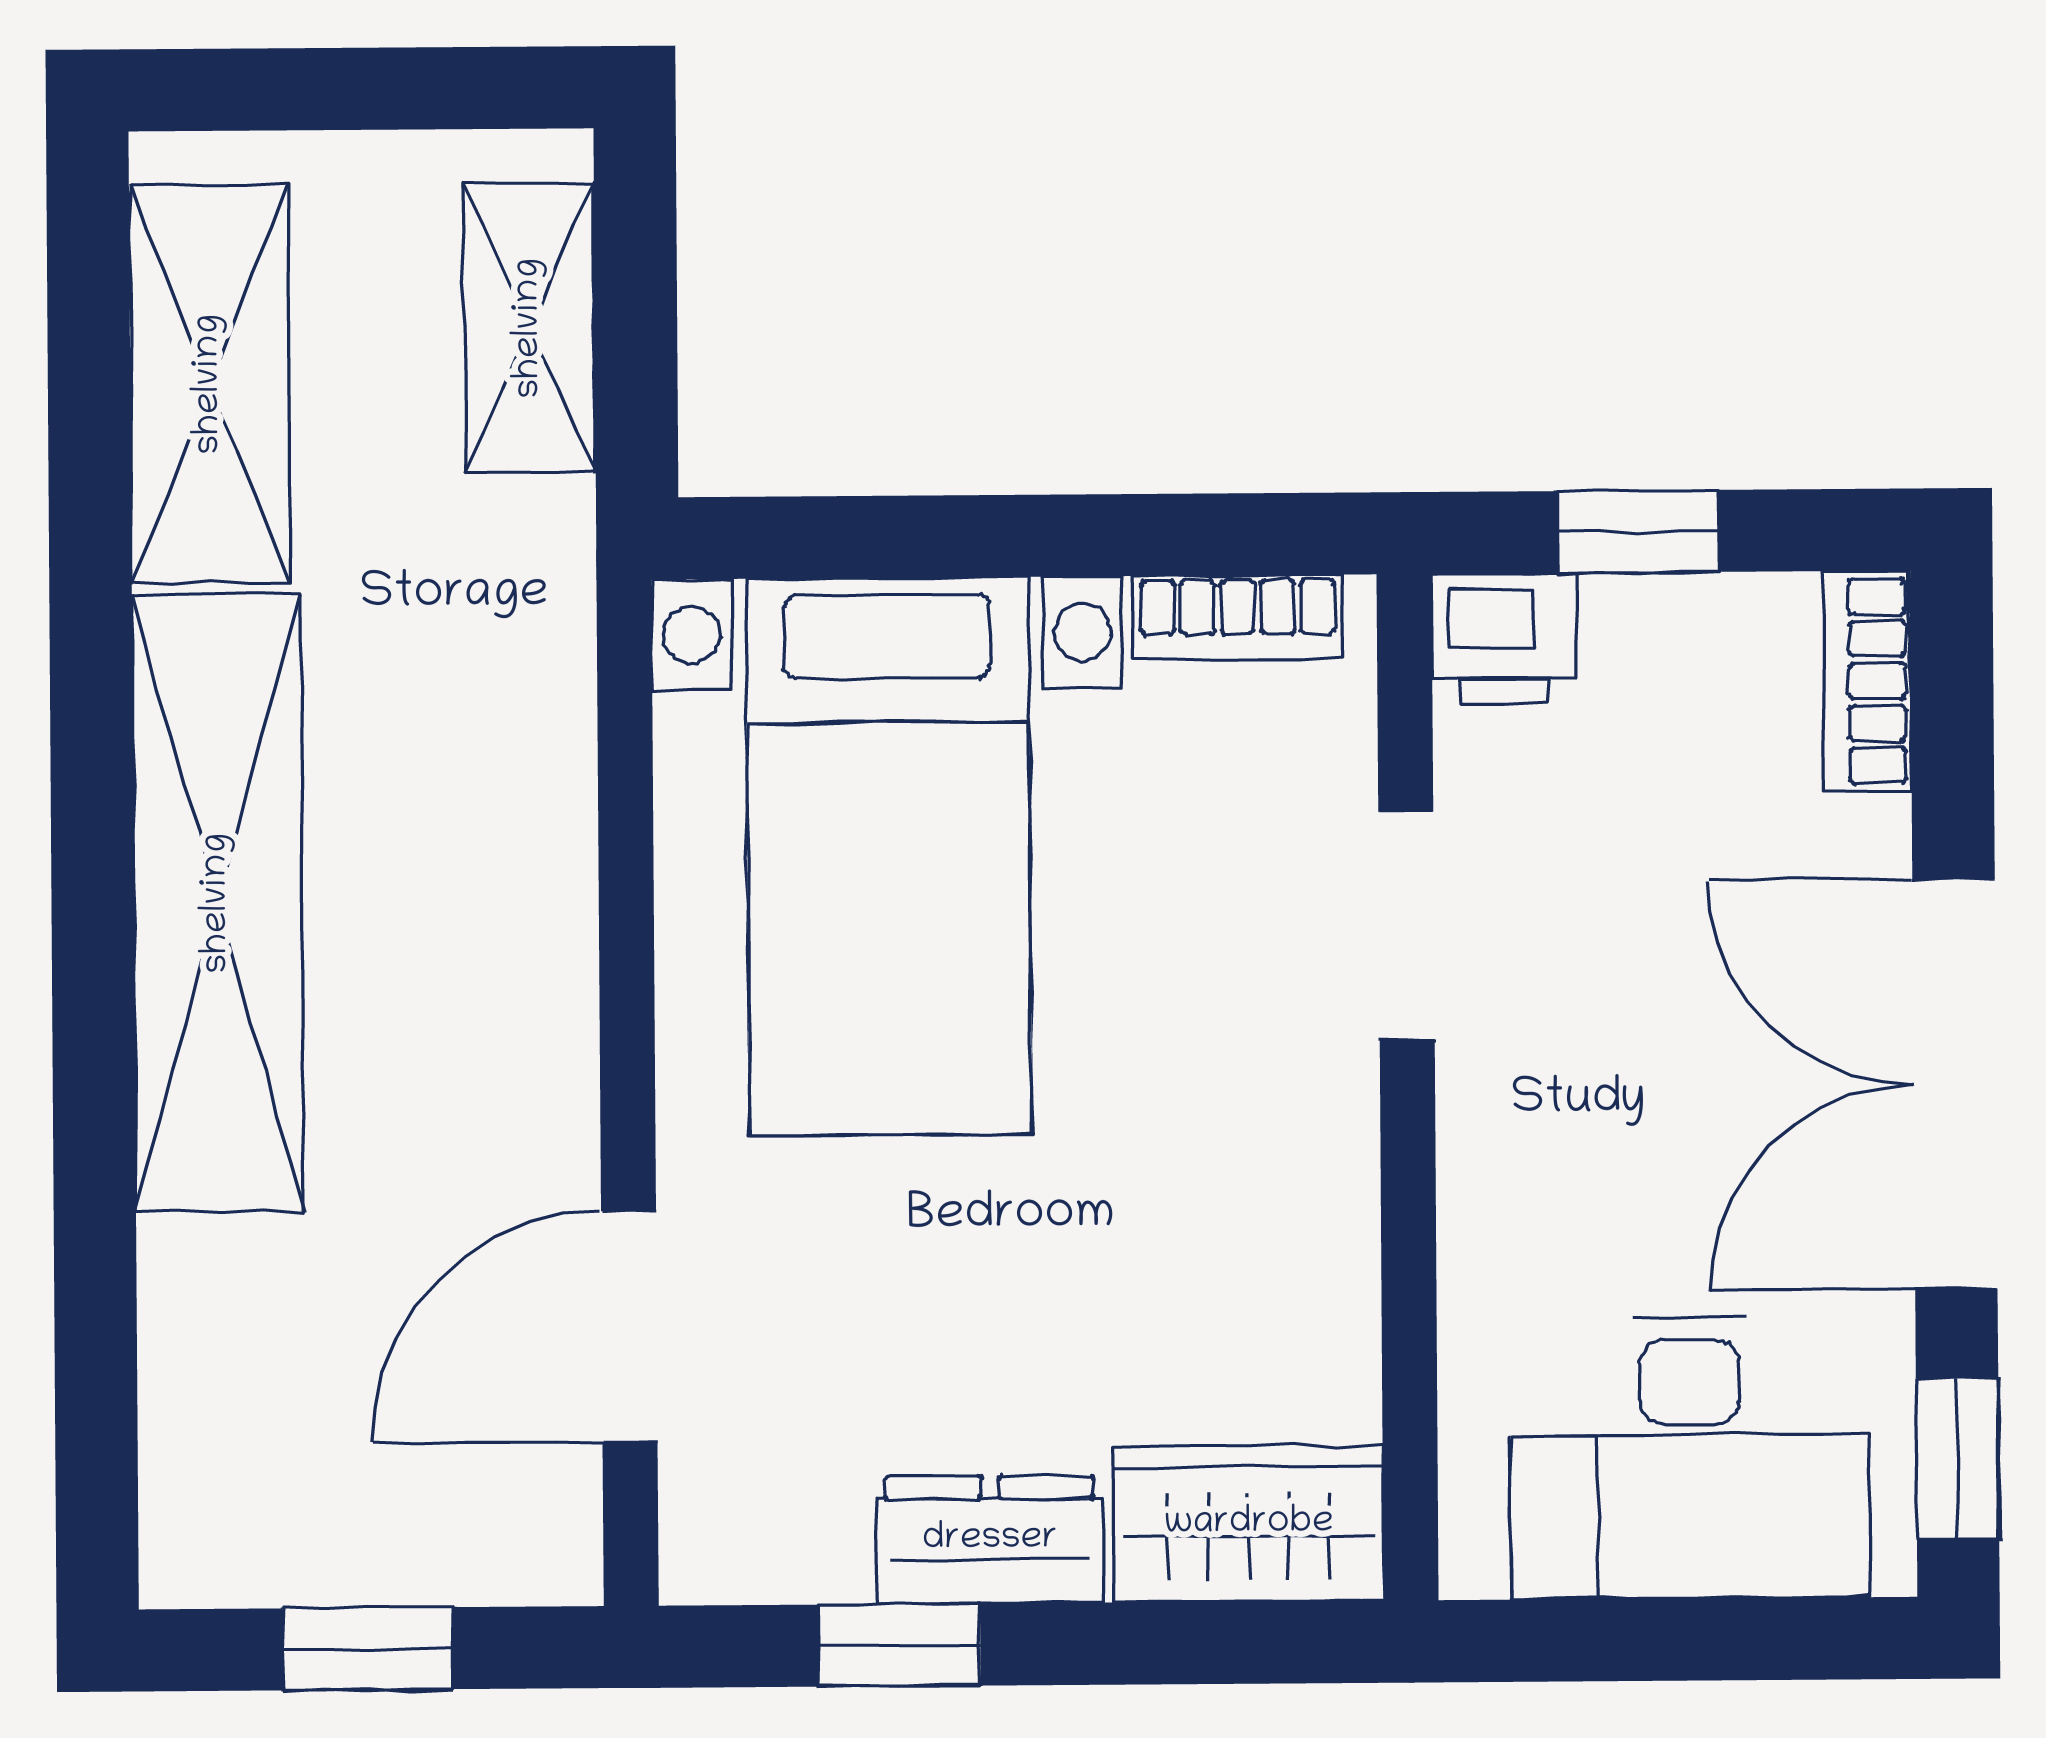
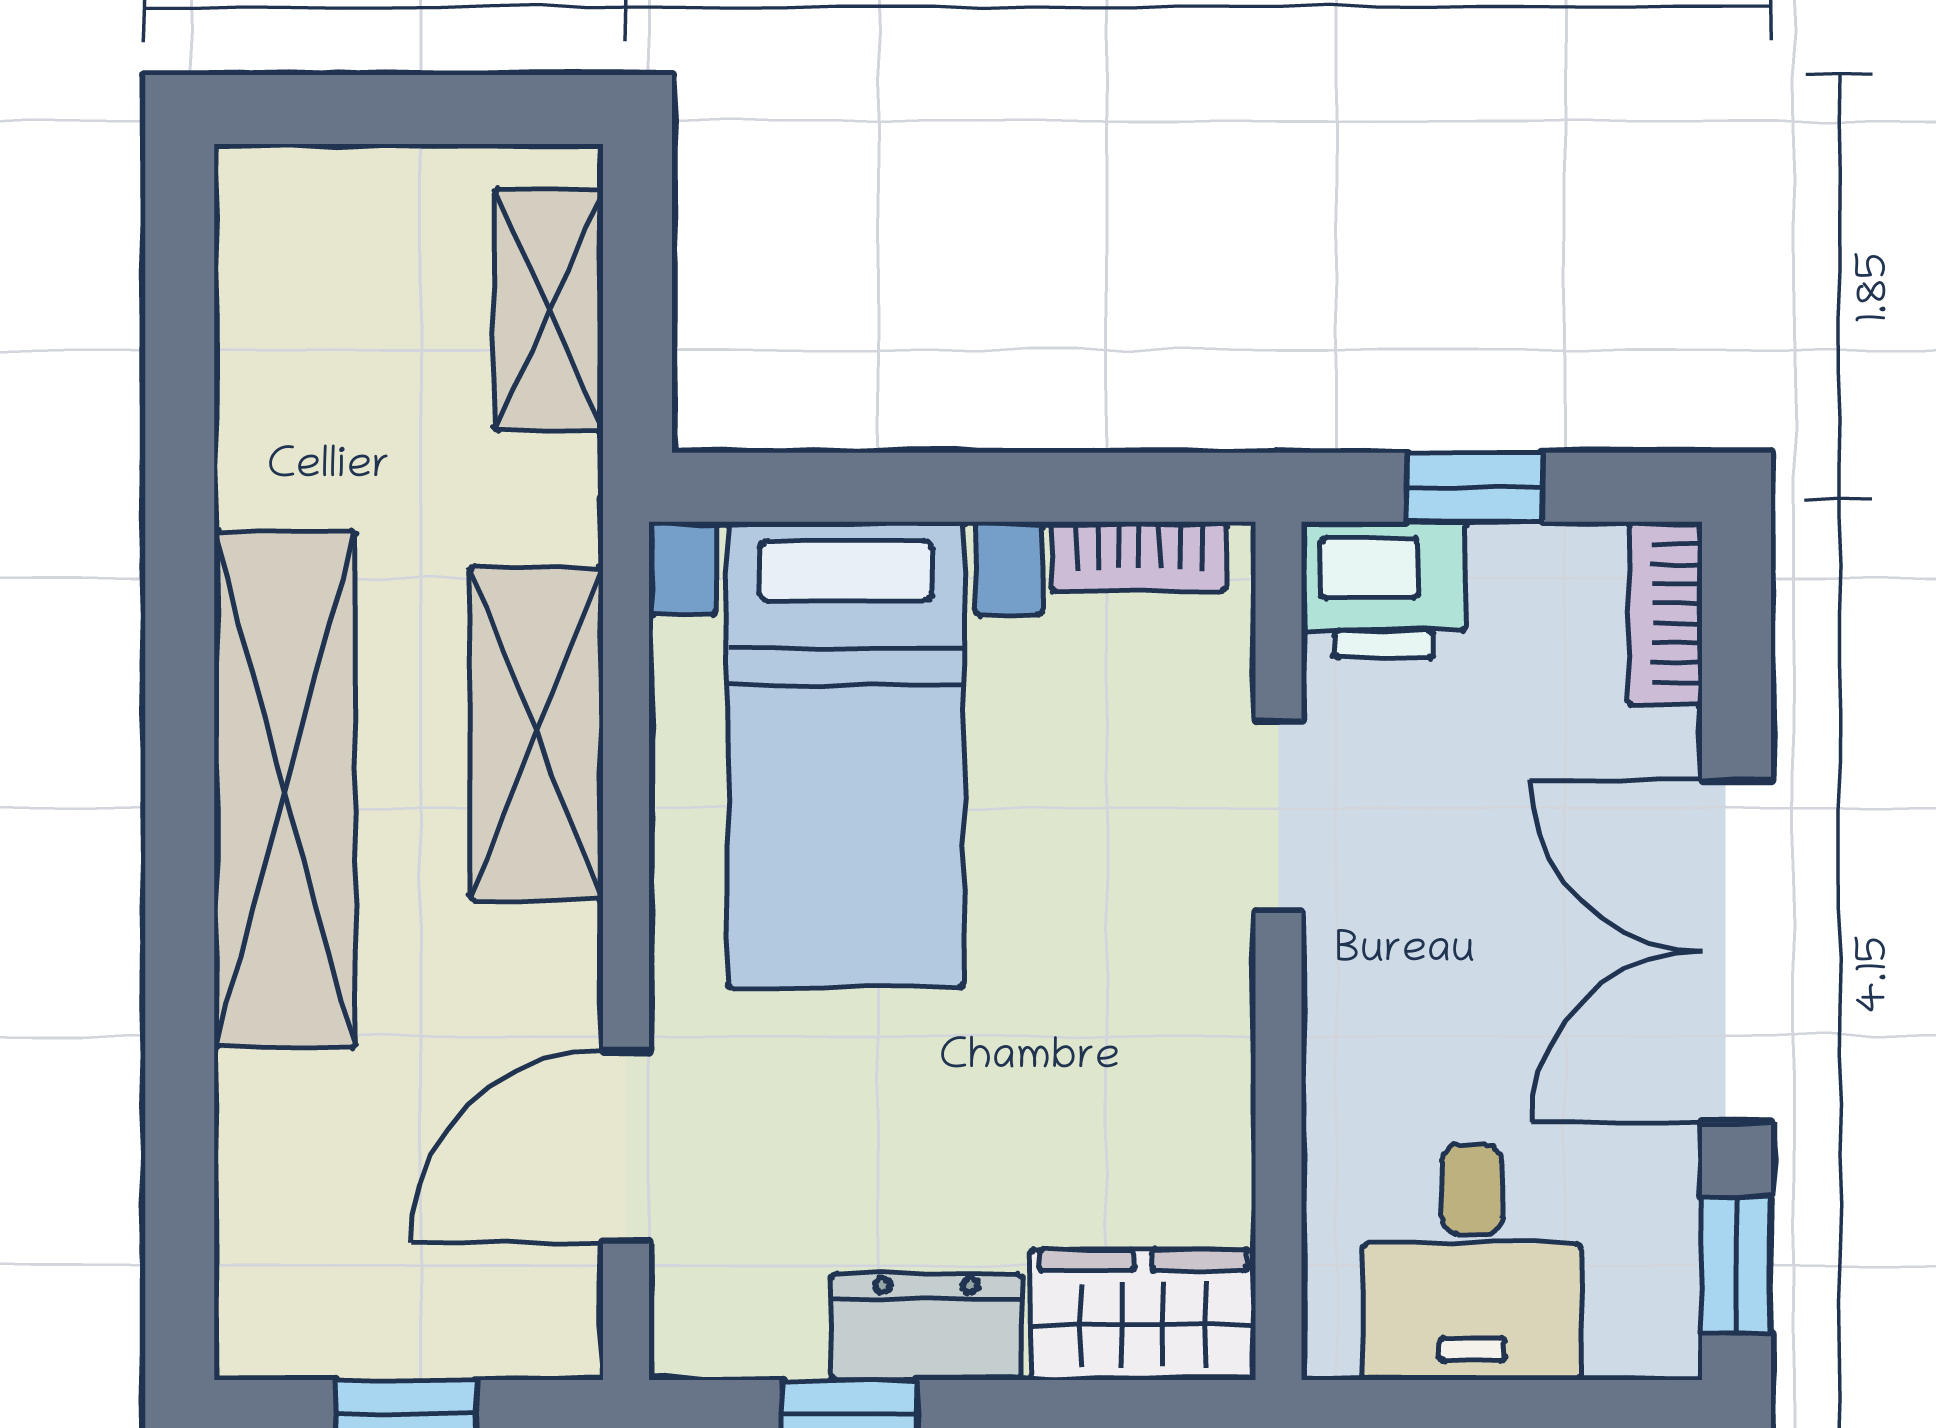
shelving: (210, 384) -> (537, 733), moved
printer: (1504, 639) -> (1384, 590), width x1.36, depth x1.24
desk: (1690, 1458) -> (1472, 1262), width x0.73

